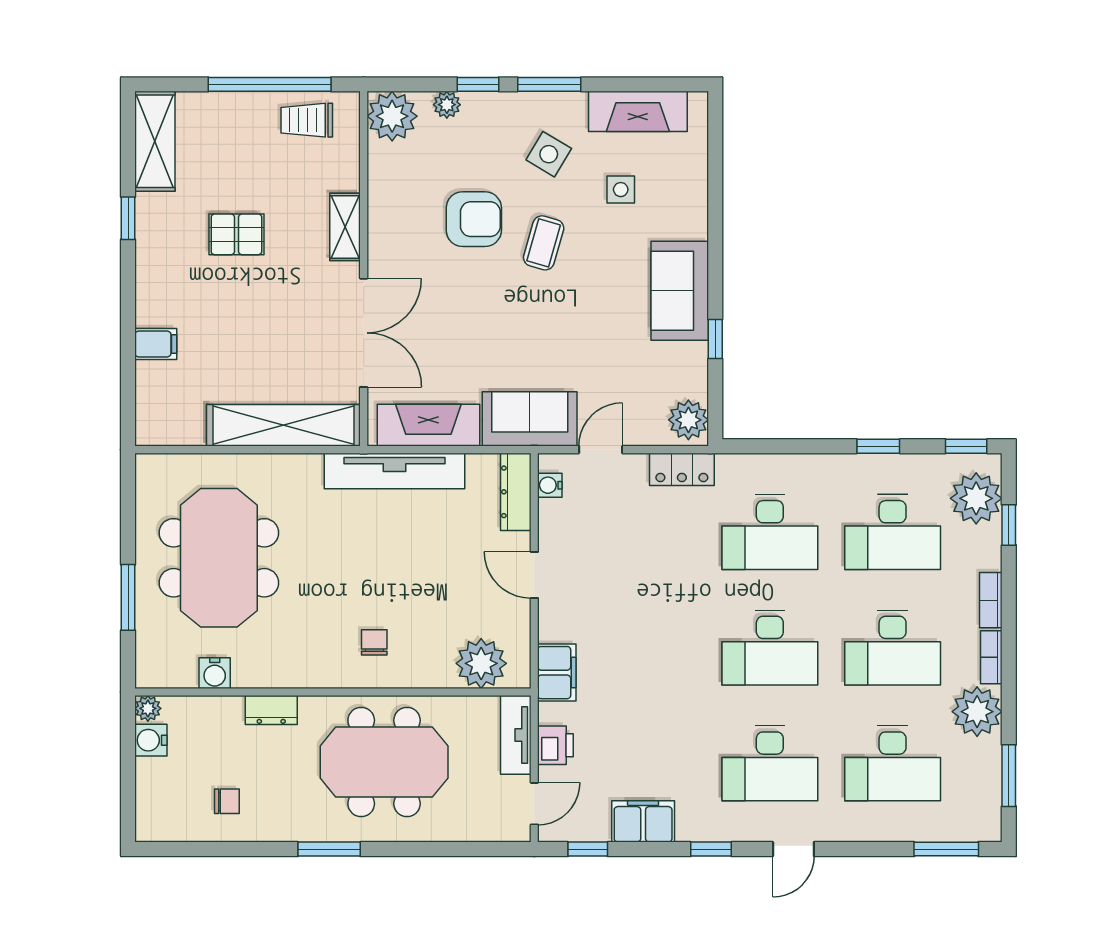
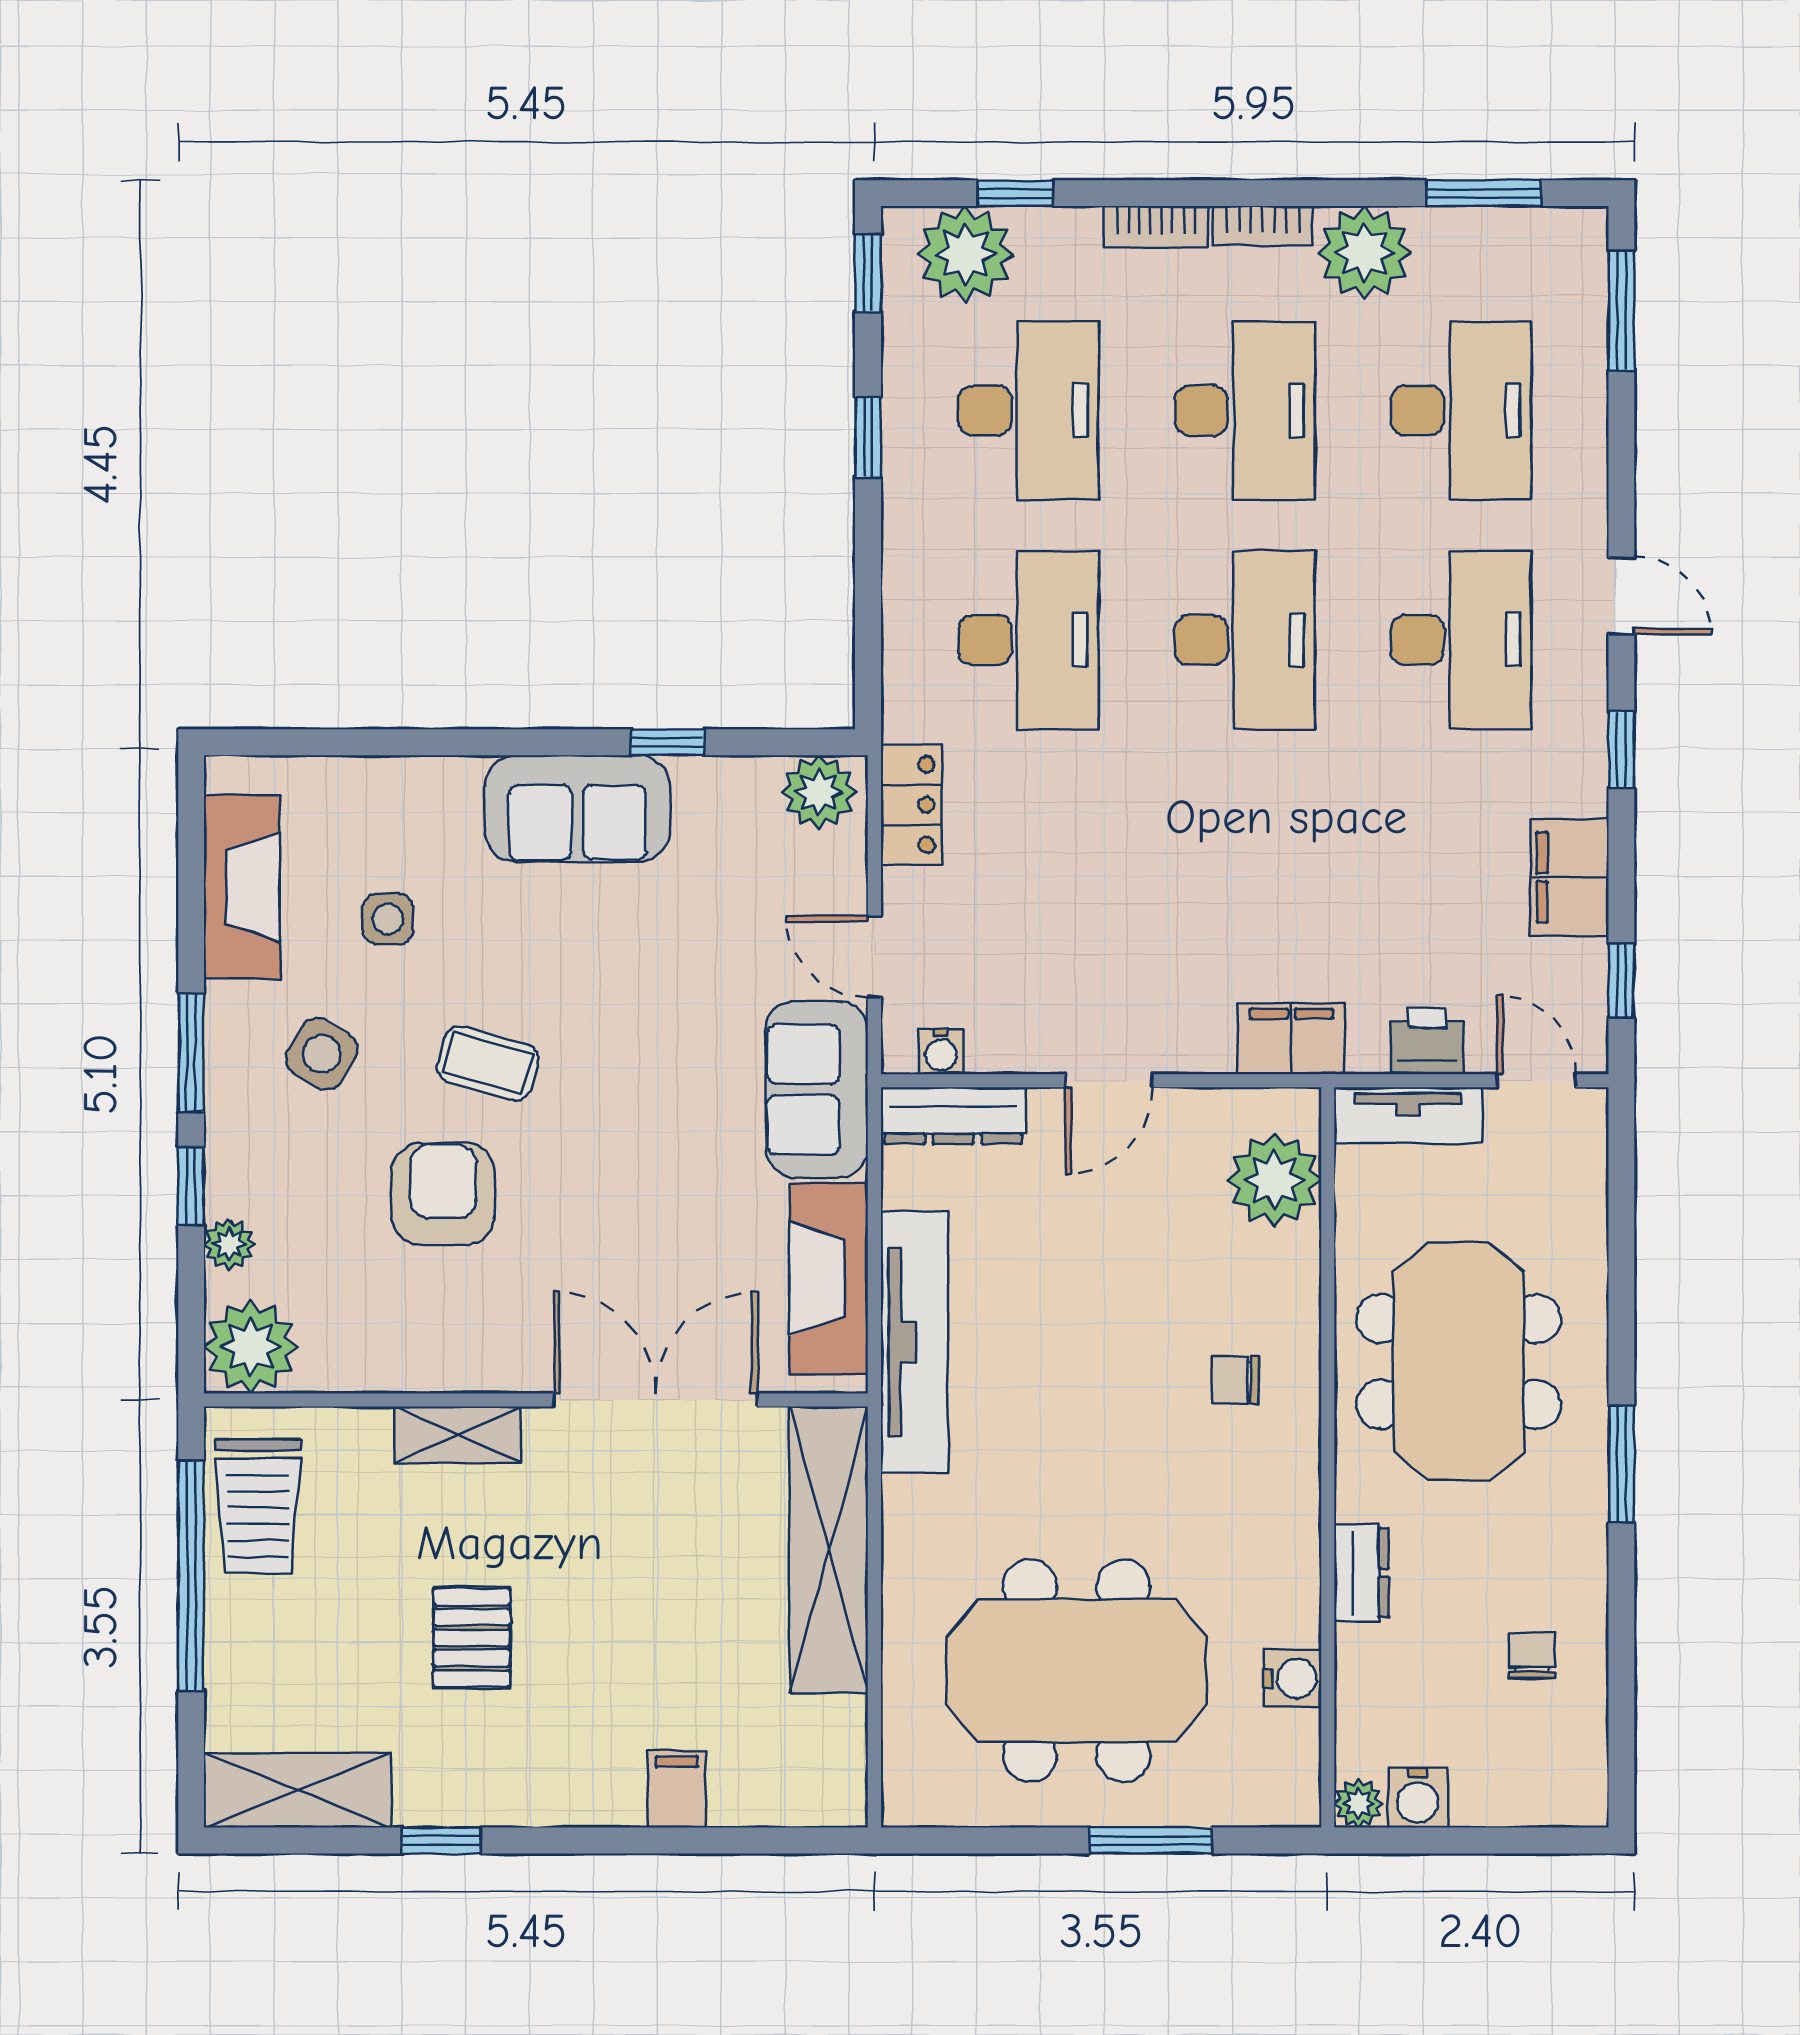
trolley: (307, 120) -> (258, 1506), width x1.36, depth x1.39

